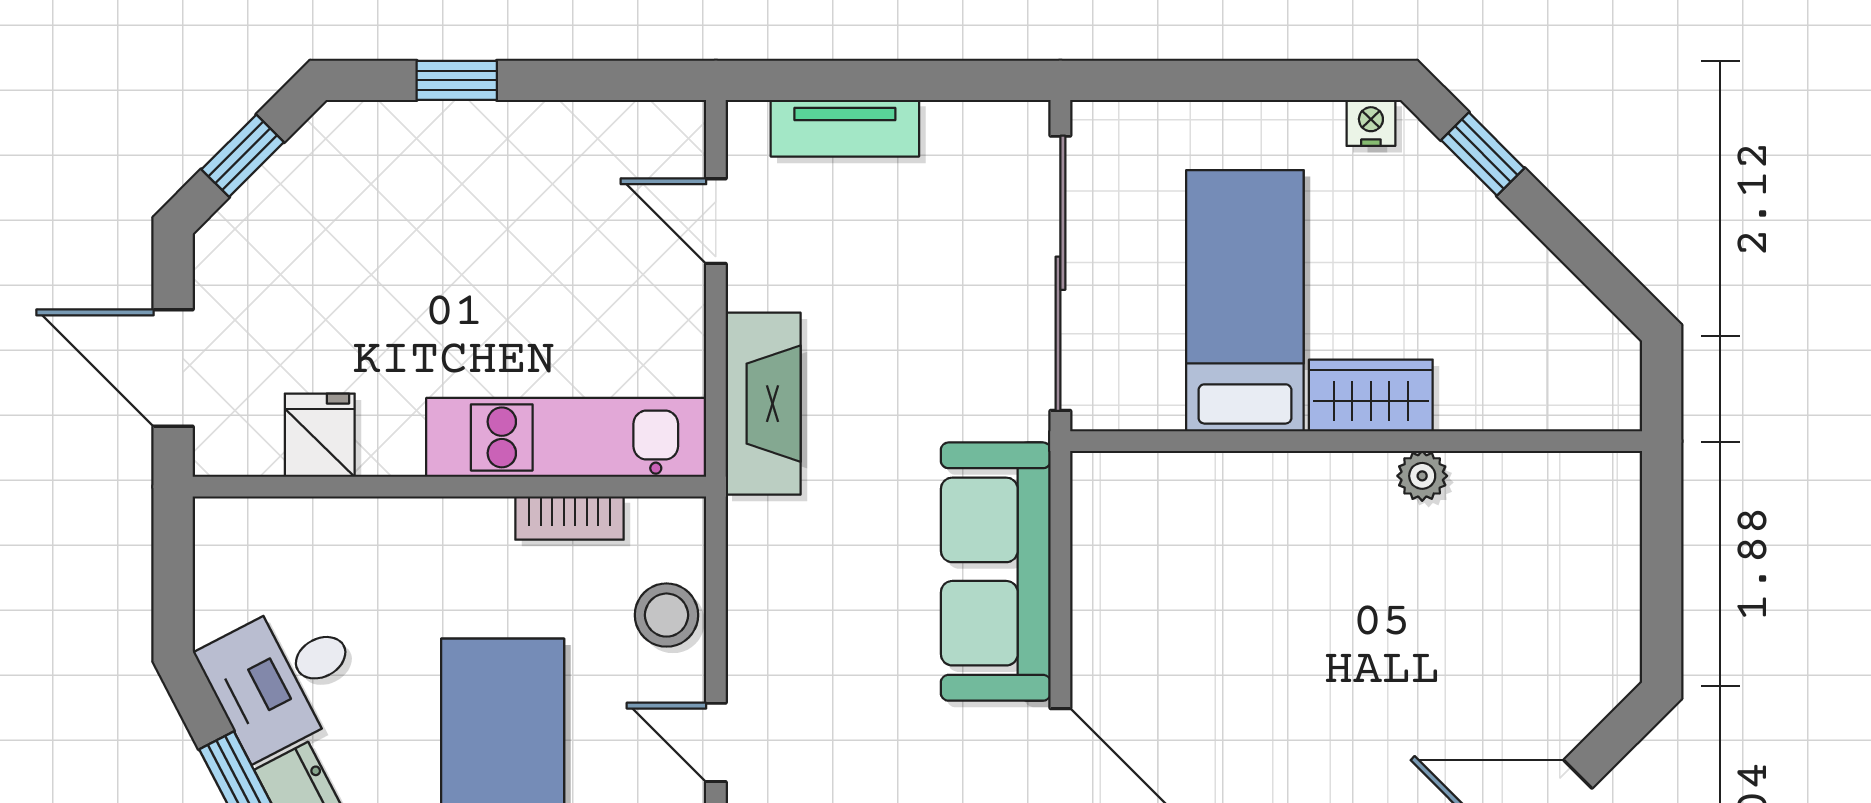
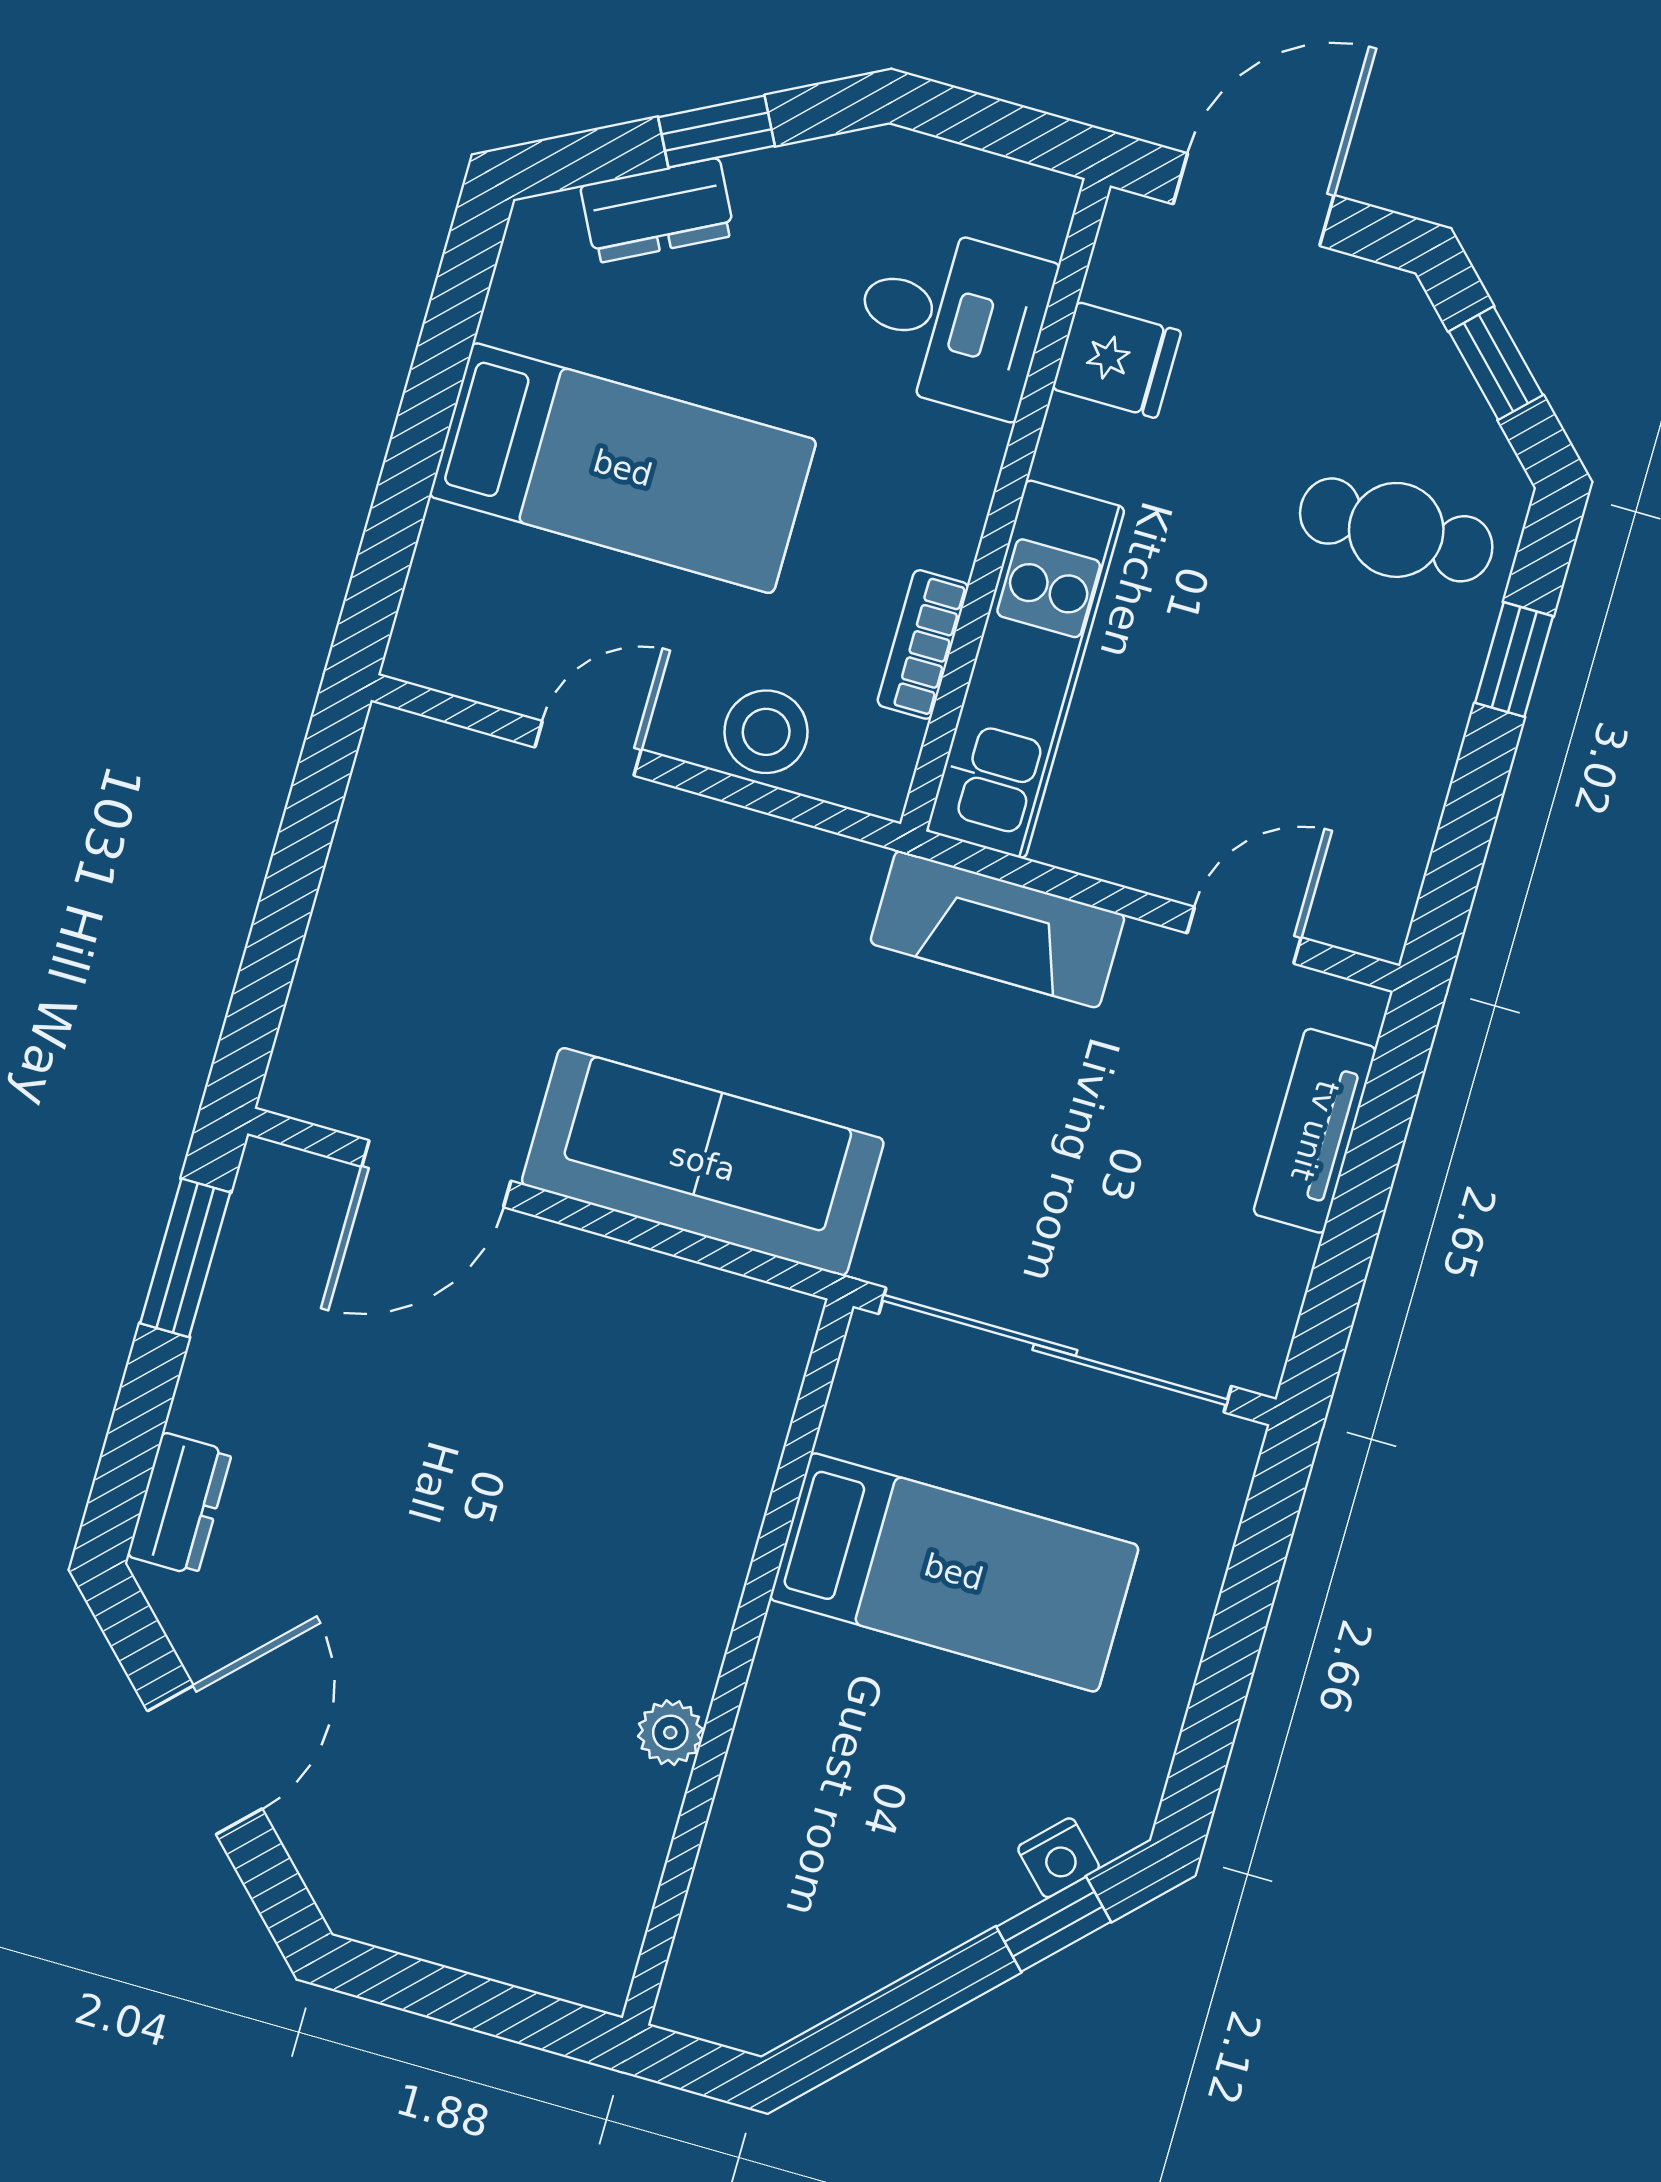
nightstand: (1371, 123) -> (1059, 1858), moved, turned 45
cafe table: (386, 194) -> (1396, 530), added
wardrobe: (1371, 395) -> (790, 1697), removed
desk: (283, 677) -> (952, 320), moved, turned 117

